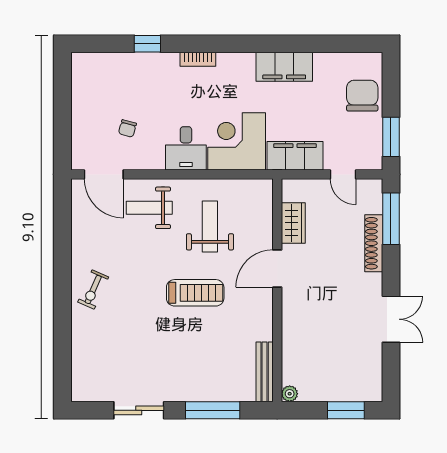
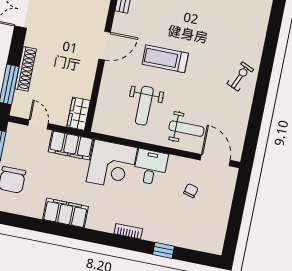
wardrobe: (293, 223) -> (79, 114), moved
door: (277, 268) -> (105, 46), moved

